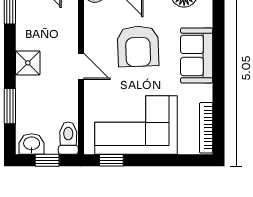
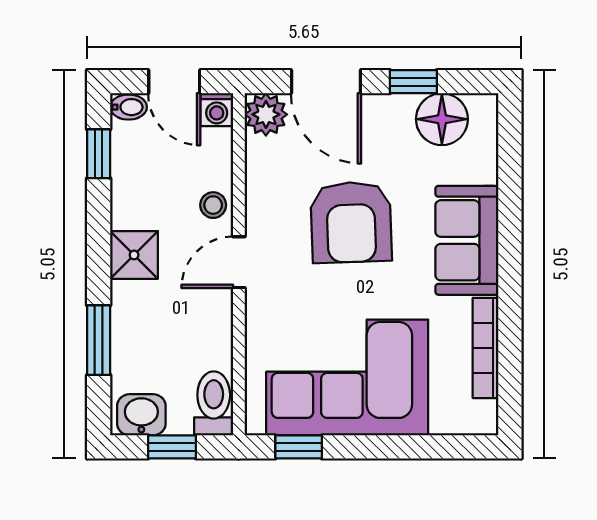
stool: (68, 38) -> (213, 205), added
door: (81, 67) -> (239, 262), swing flipped
bookcase: (206, 128) -> (485, 348), moved

